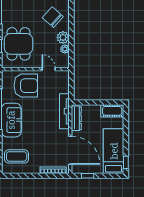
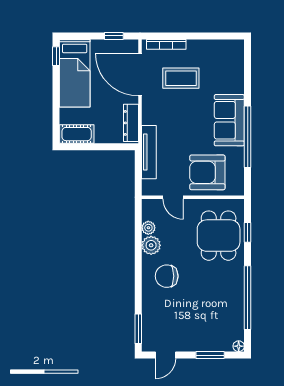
chair: (53, 17) -> (167, 276), turned 138
tv unit: (64, 111) -> (149, 152), moved
coffee table: (17, 156) -> (181, 78), moved

